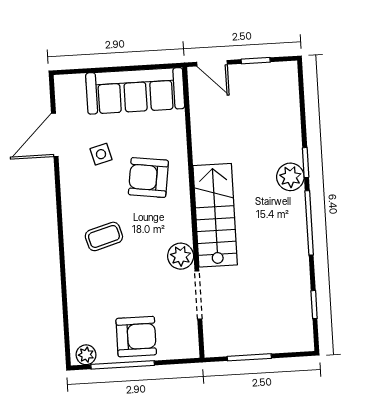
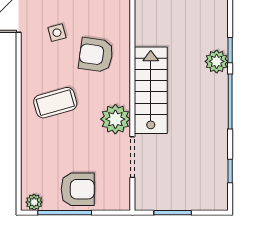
coffee table: (104, 236) -> (55, 103), width x1.36, depth x1.30
plant: (181, 256) -> (115, 119), width x1.36, depth x1.36

